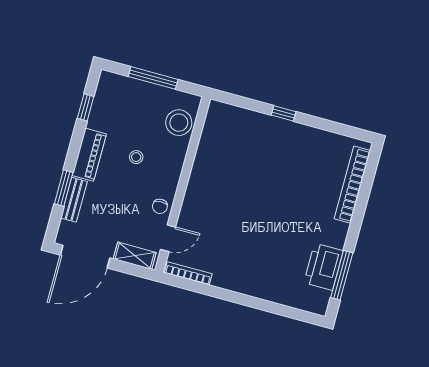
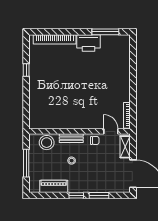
window: (86, 107) -> (76, 195), moved
window: (284, 113) -> (26, 70), moved
piano: (89, 155) -> (54, 186), moved
bench: (74, 200) -> (71, 138), moved
printer: (323, 267) -> (89, 43), moved

